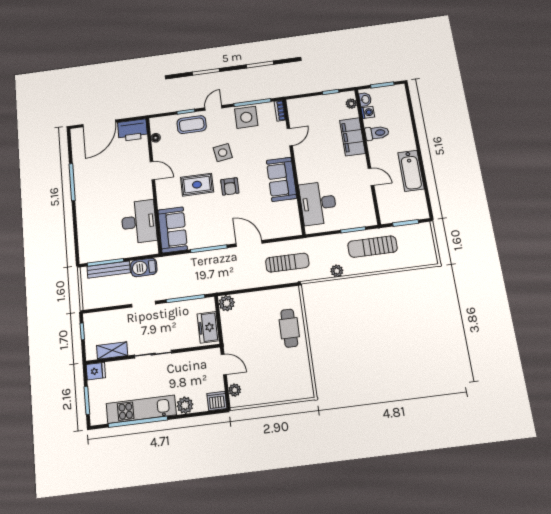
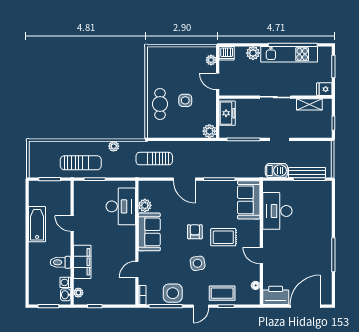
plant: (291, 208) -> (145, 205), added
side table: (260, 336) -> (185, 100), added

